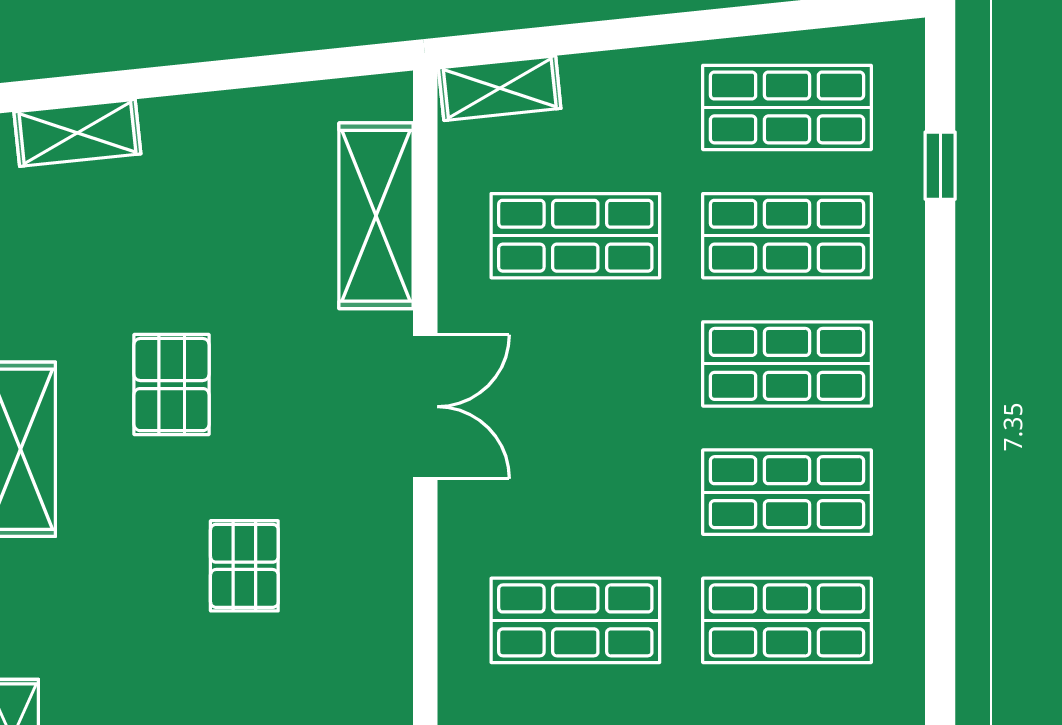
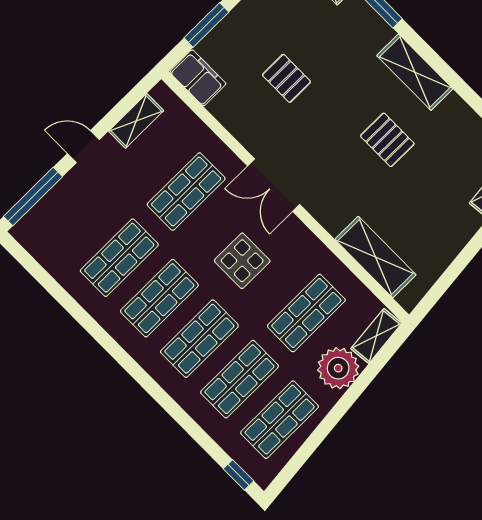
plant: (612, 97) -> (338, 368), added
window: (940, 166) -> (238, 475), moved
double door: (425, 407) -> (274, 185), moved
display table: (595, 421) -> (242, 261), added
pallet: (244, 566) -> (287, 78), moved

